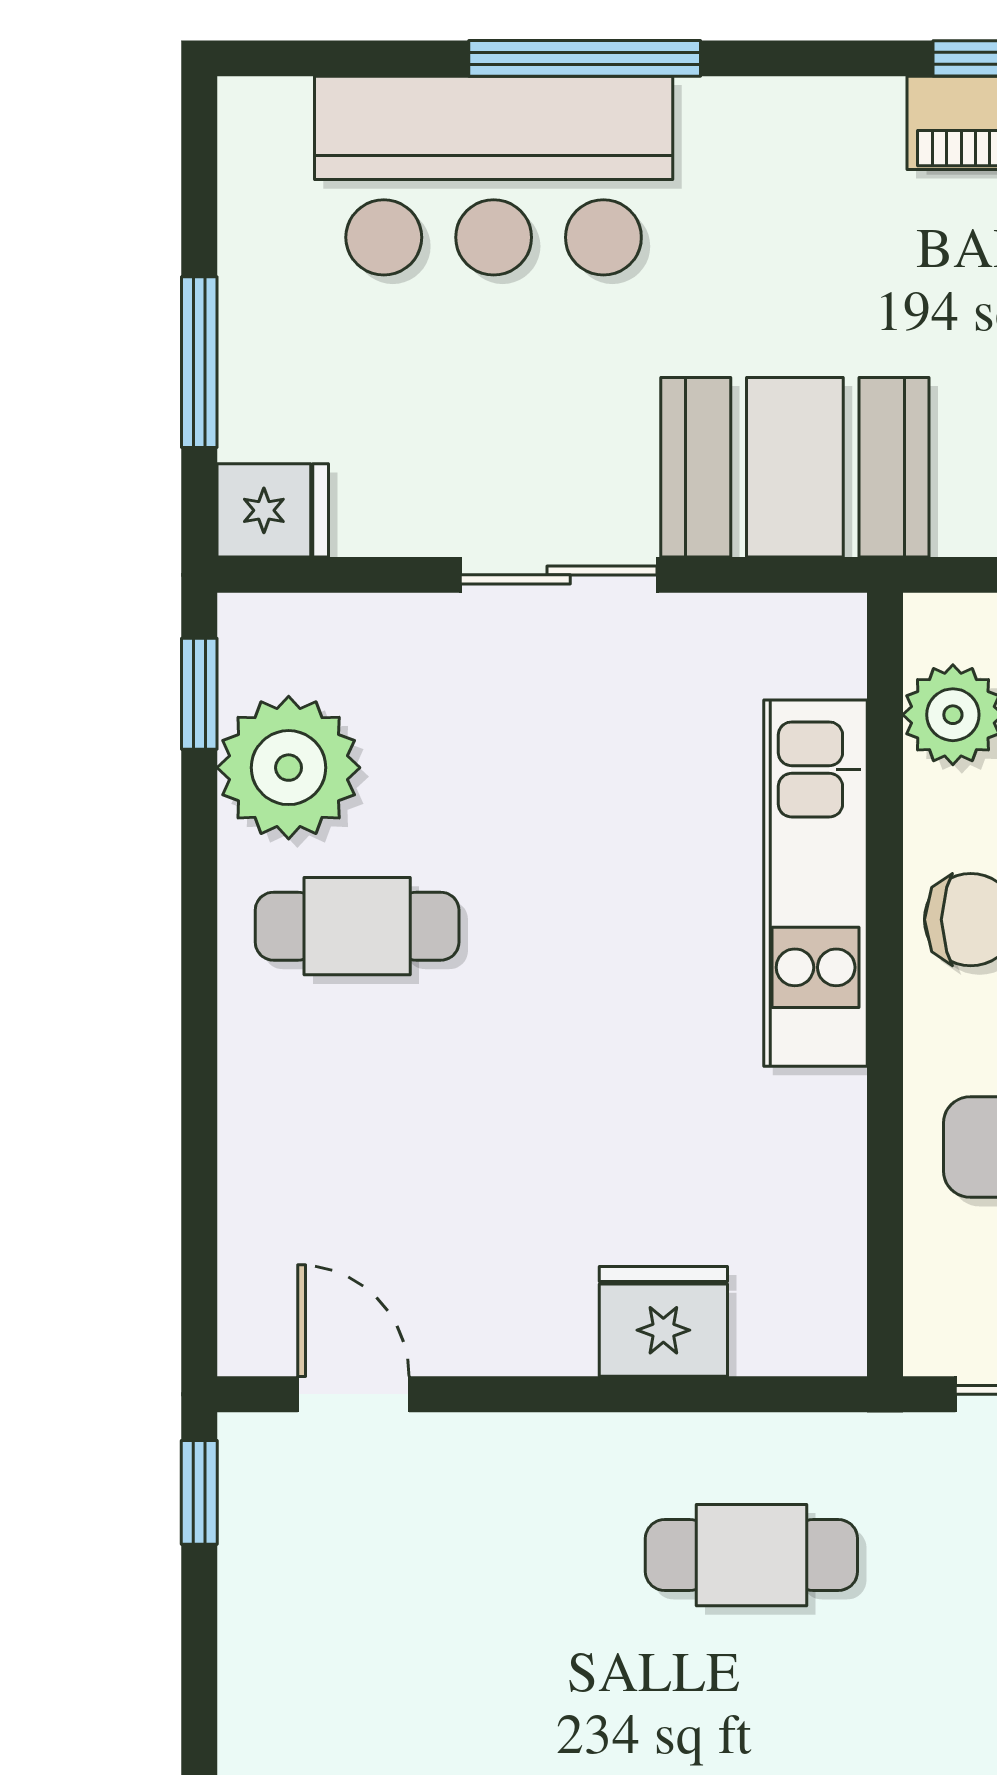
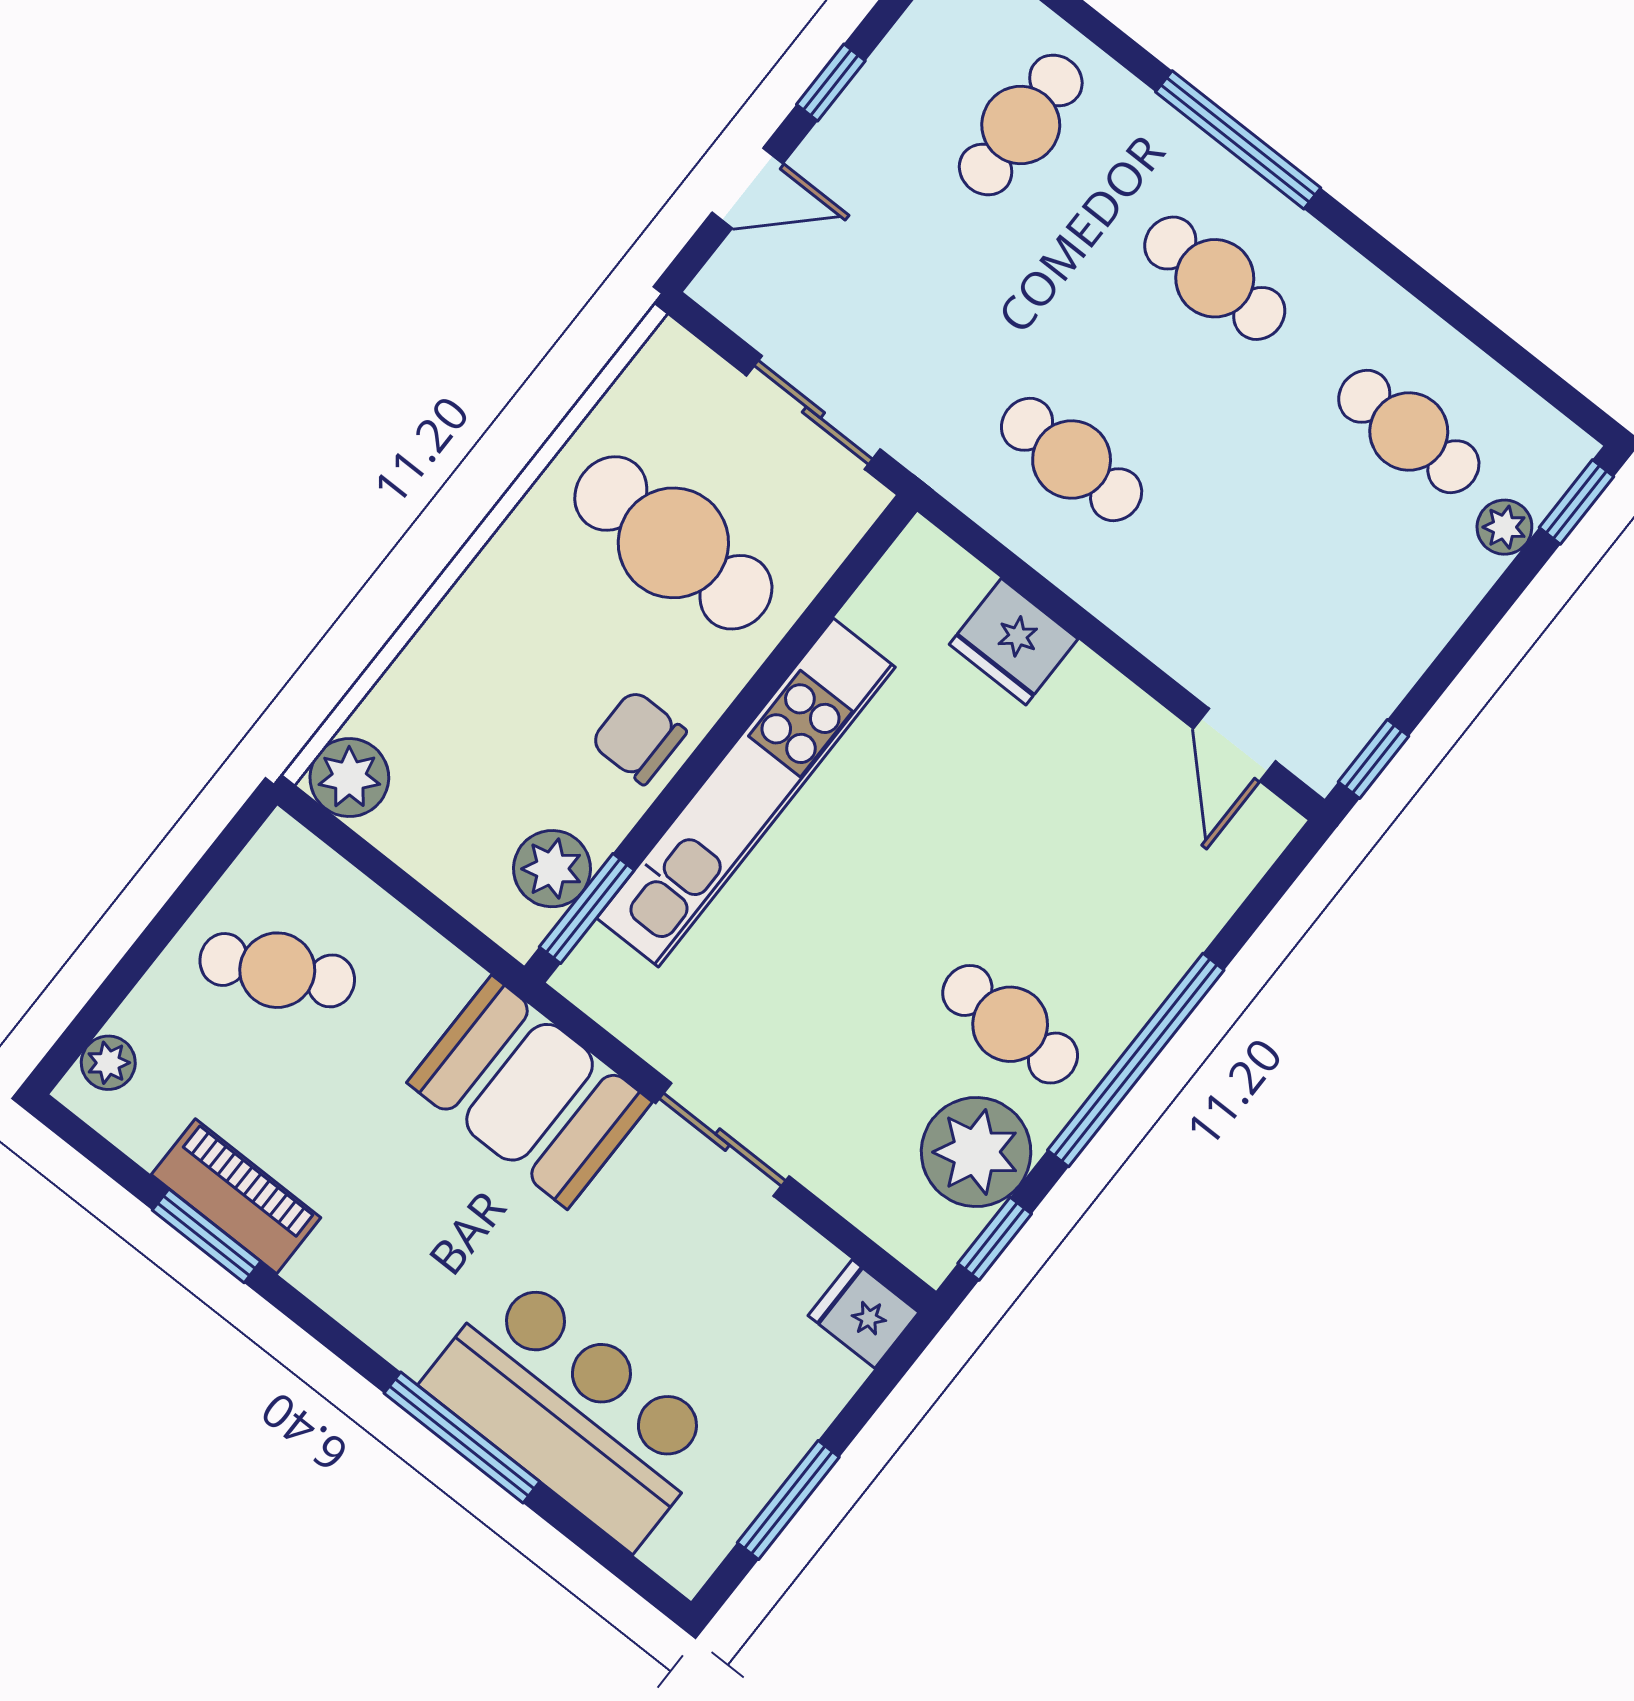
window: (199, 362) -> (788, 1500), moved
window: (885, 702) -> (587, 908), added
kitchen unit: (816, 883) -> (746, 793), width x1.36
window: (199, 991) -> (1136, 1060), added

